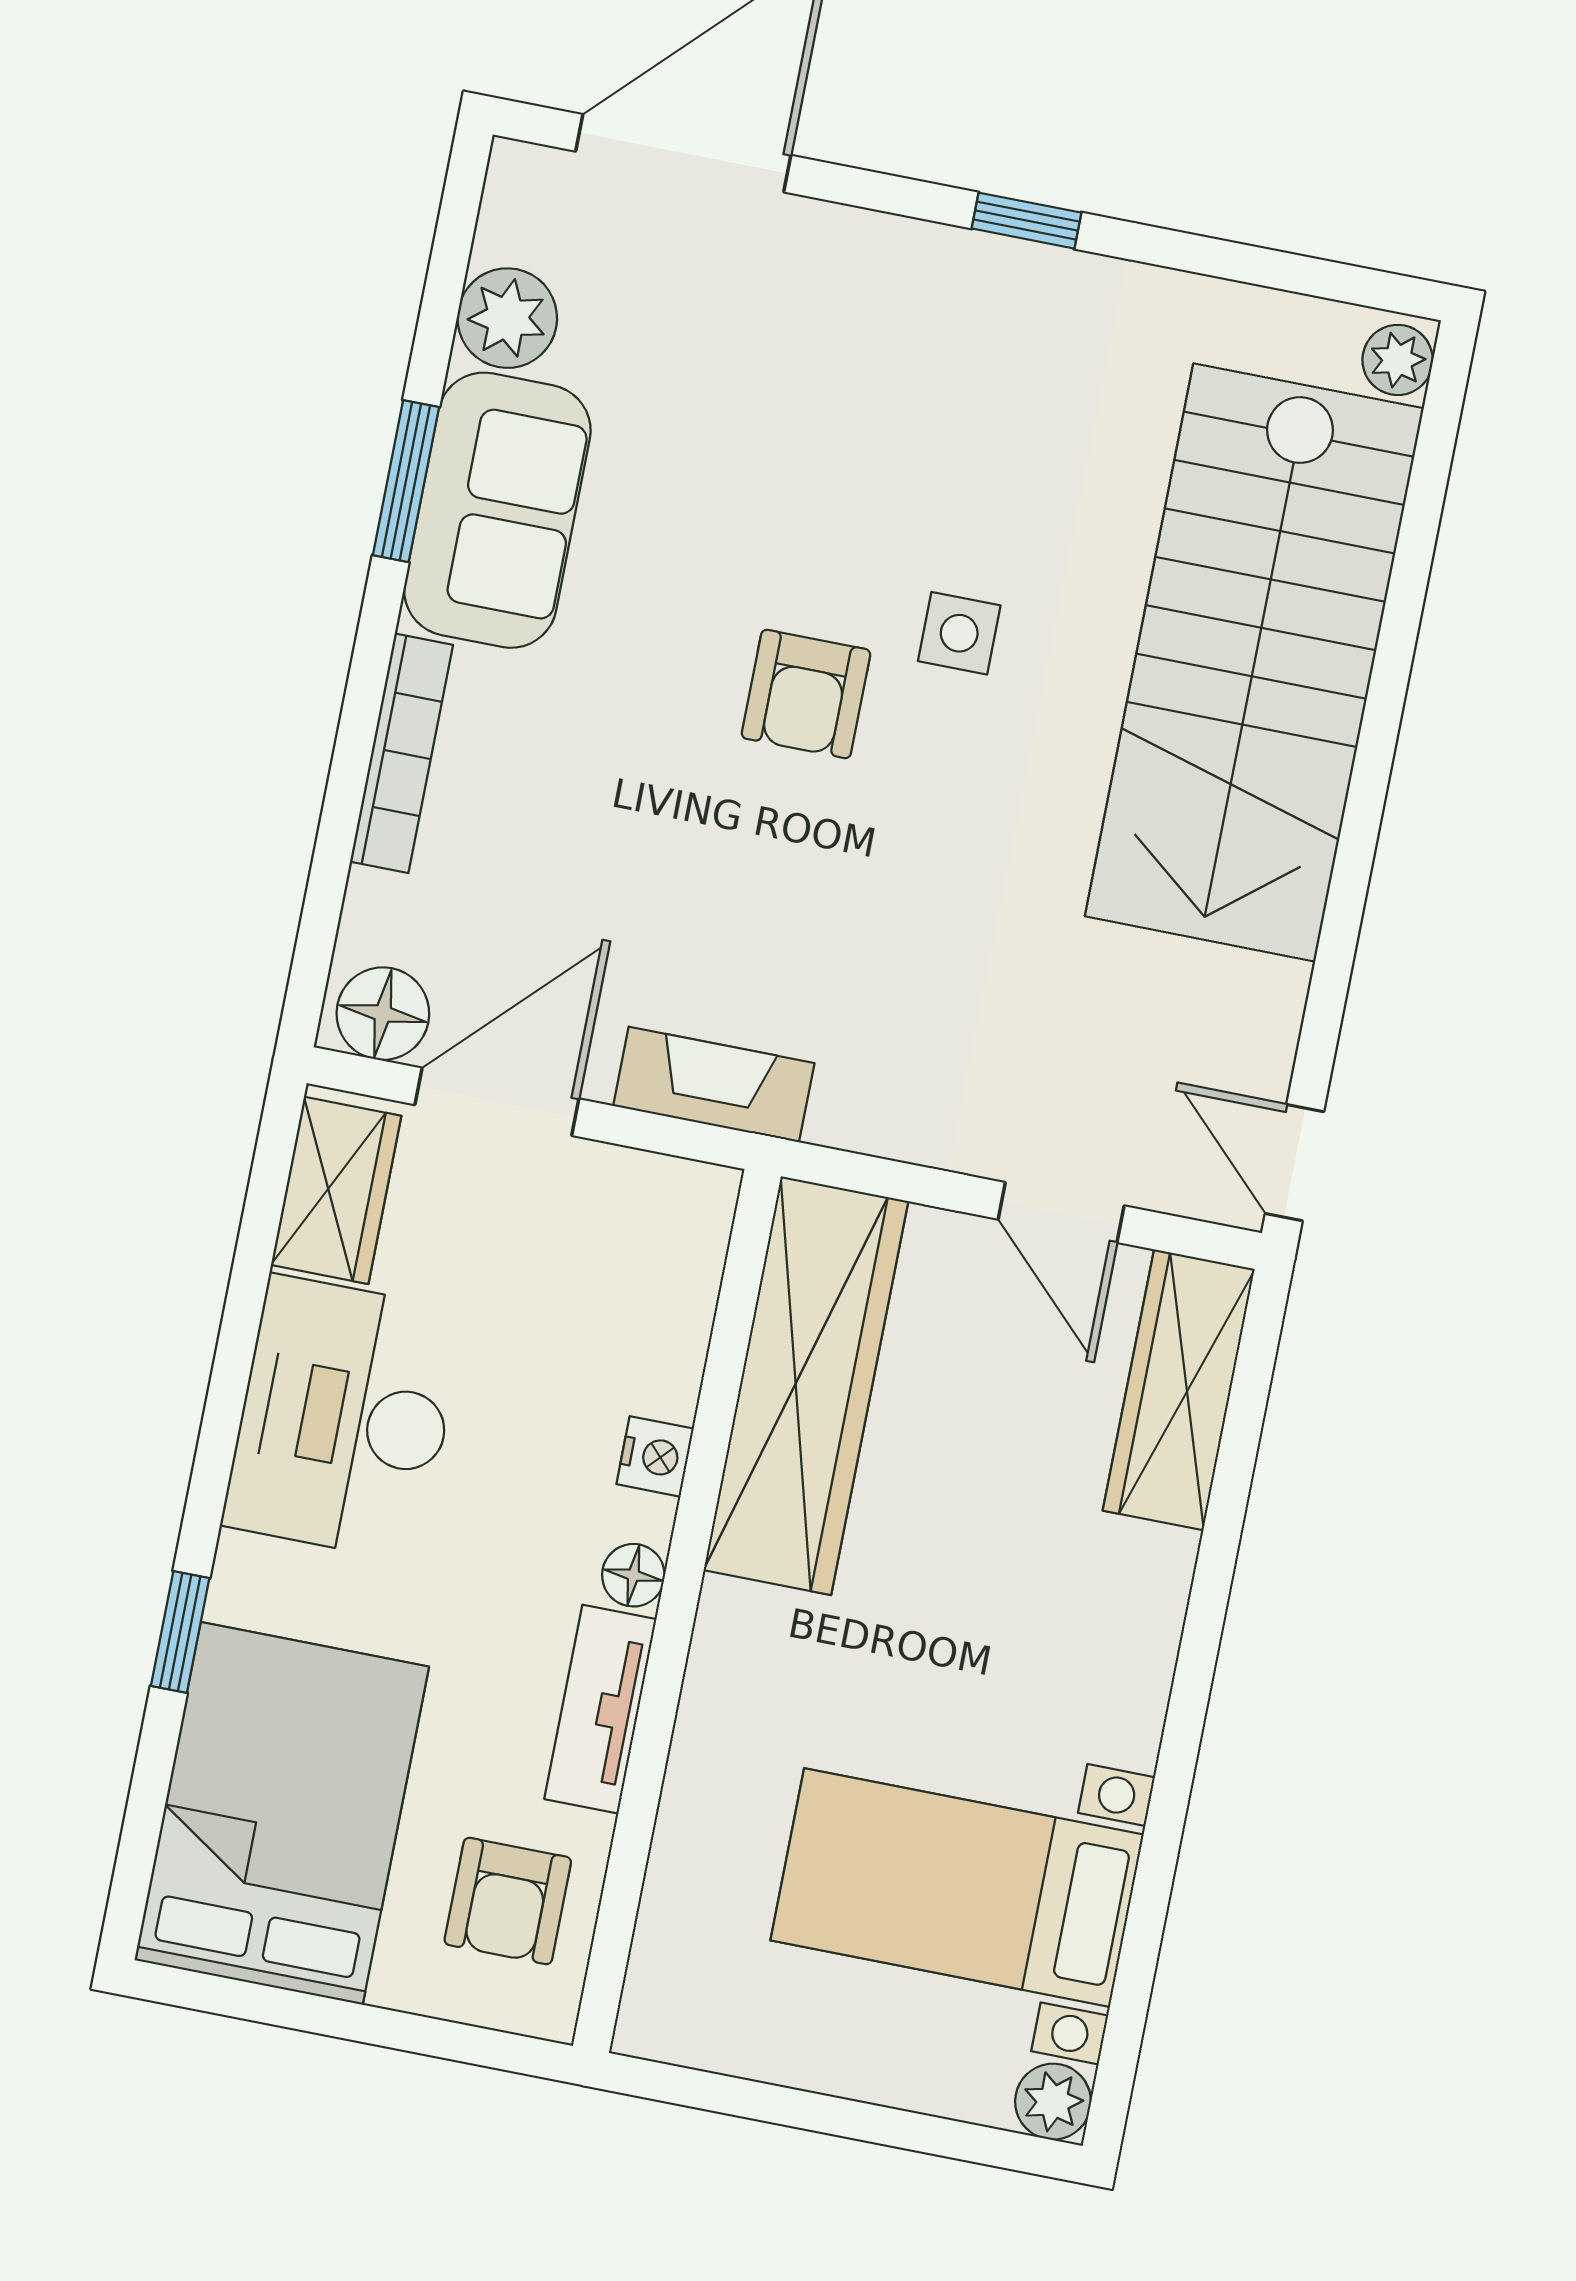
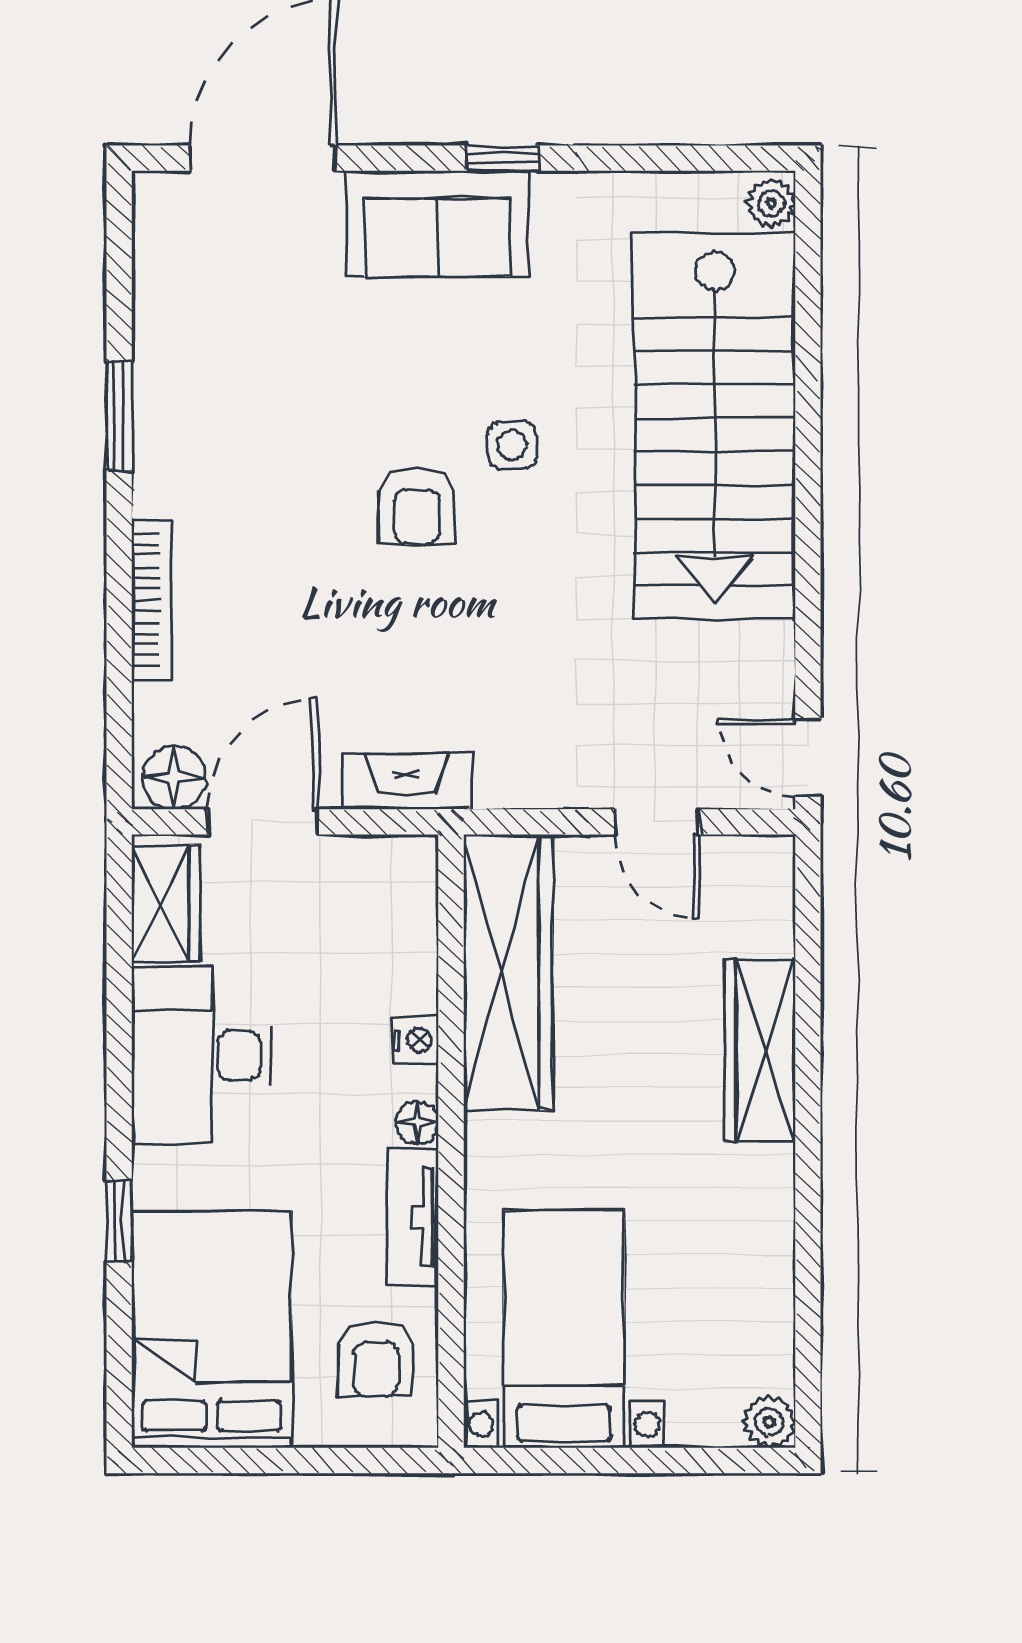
plant: (507, 318) -> (166, 293), removed
sofa: (497, 510) -> (437, 224), moved, turned 90
wardrobe: (1179, 1390) -> (760, 1050), moved
bed with nightstands: (957, 1888) -> (564, 1329), moved, turned 90

